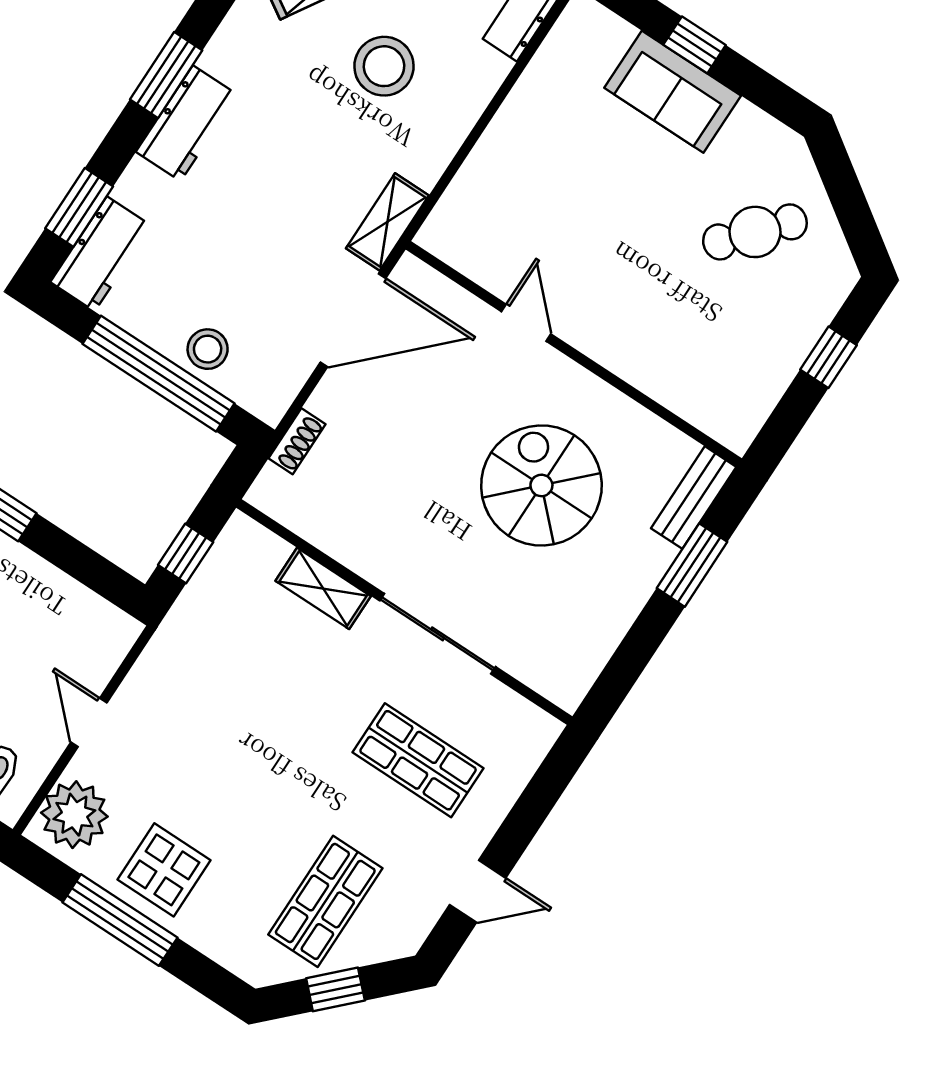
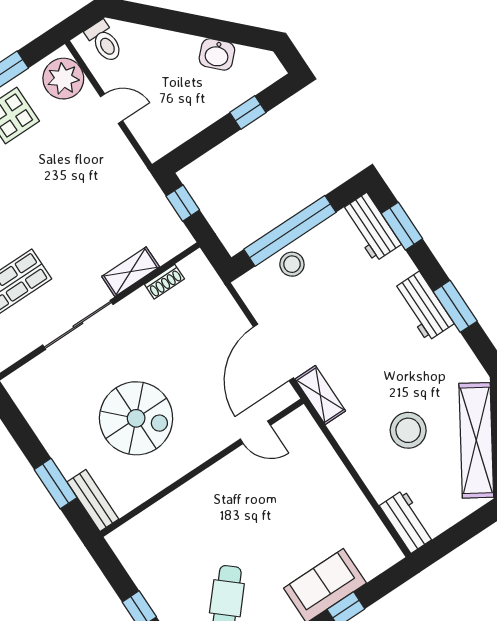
door: (526, 323) -> (255, 432), moved
shoe rack: (297, 441) -> (164, 282), moved, turned -90

